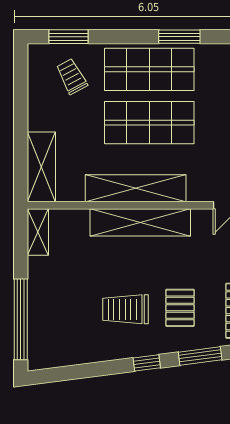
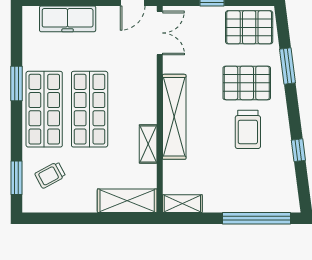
shelving: (136, 188) -> (148, 144), width x0.45, depth x0.75
pallet: (180, 308) -> (247, 83), width x1.50, depth x1.42
window: (147, 363) -> (298, 150), moved

